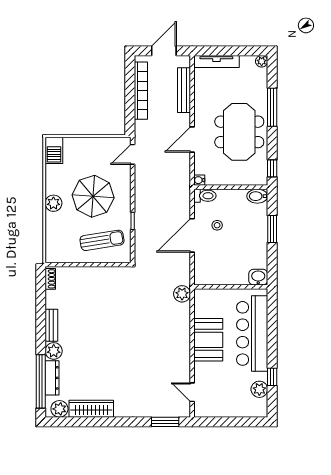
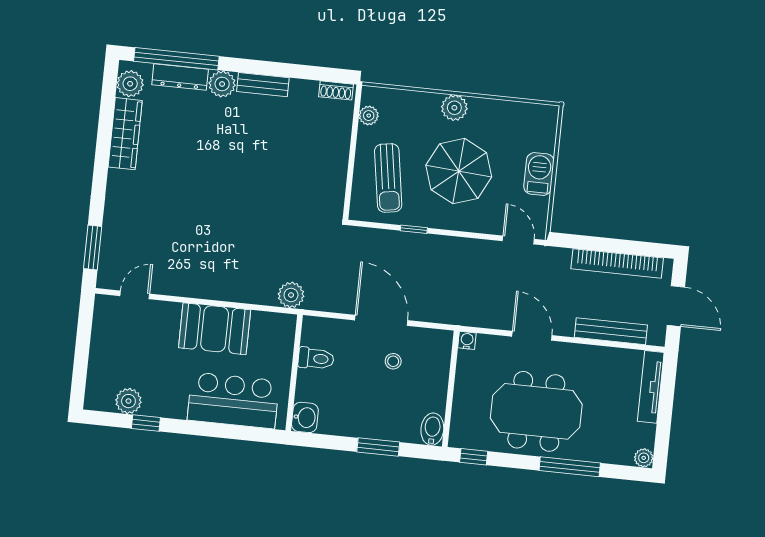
barbecue: (54, 150) -> (539, 174), moved, turned 90
toilet: (205, 196) -> (316, 358), moved, turned -90
plant: (64, 257) -> (369, 116), added
bar counter: (252, 333) -> (233, 400), width x0.73

